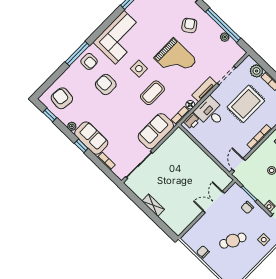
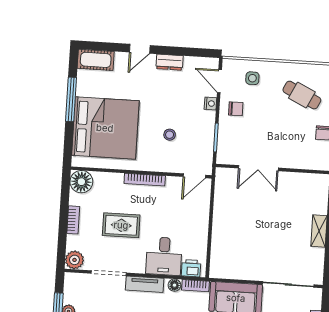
plant: (256, 71) -> (74, 260), moved
rug: (246, 104) -> (121, 225), width x0.73, depth x0.70
chair: (247, 207) -> (236, 109), moved
cafe table: (233, 241) -> (302, 95), moved

